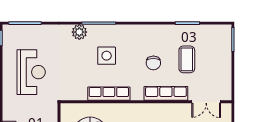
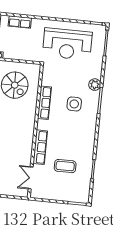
chair: (153, 63) -> (65, 140), removed
reception desk: (31, 72) -> (67, 44), width x1.36, depth x1.30

